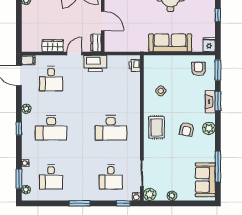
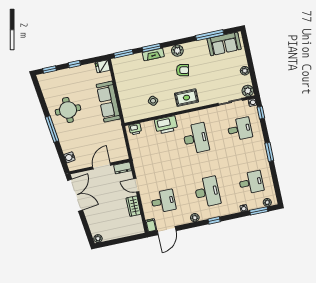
printer: (95, 63) -> (166, 125), moved, turned 90
armchair: (198, 69) -> (126, 71), removed

